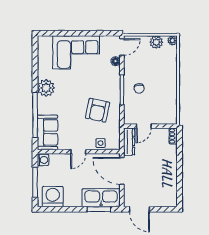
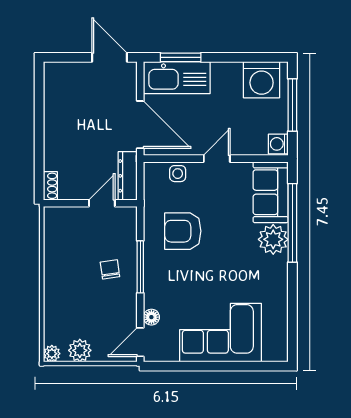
plant: (46, 88) -> (273, 239), moved
armchair: (98, 110) -> (183, 231), turned -102

